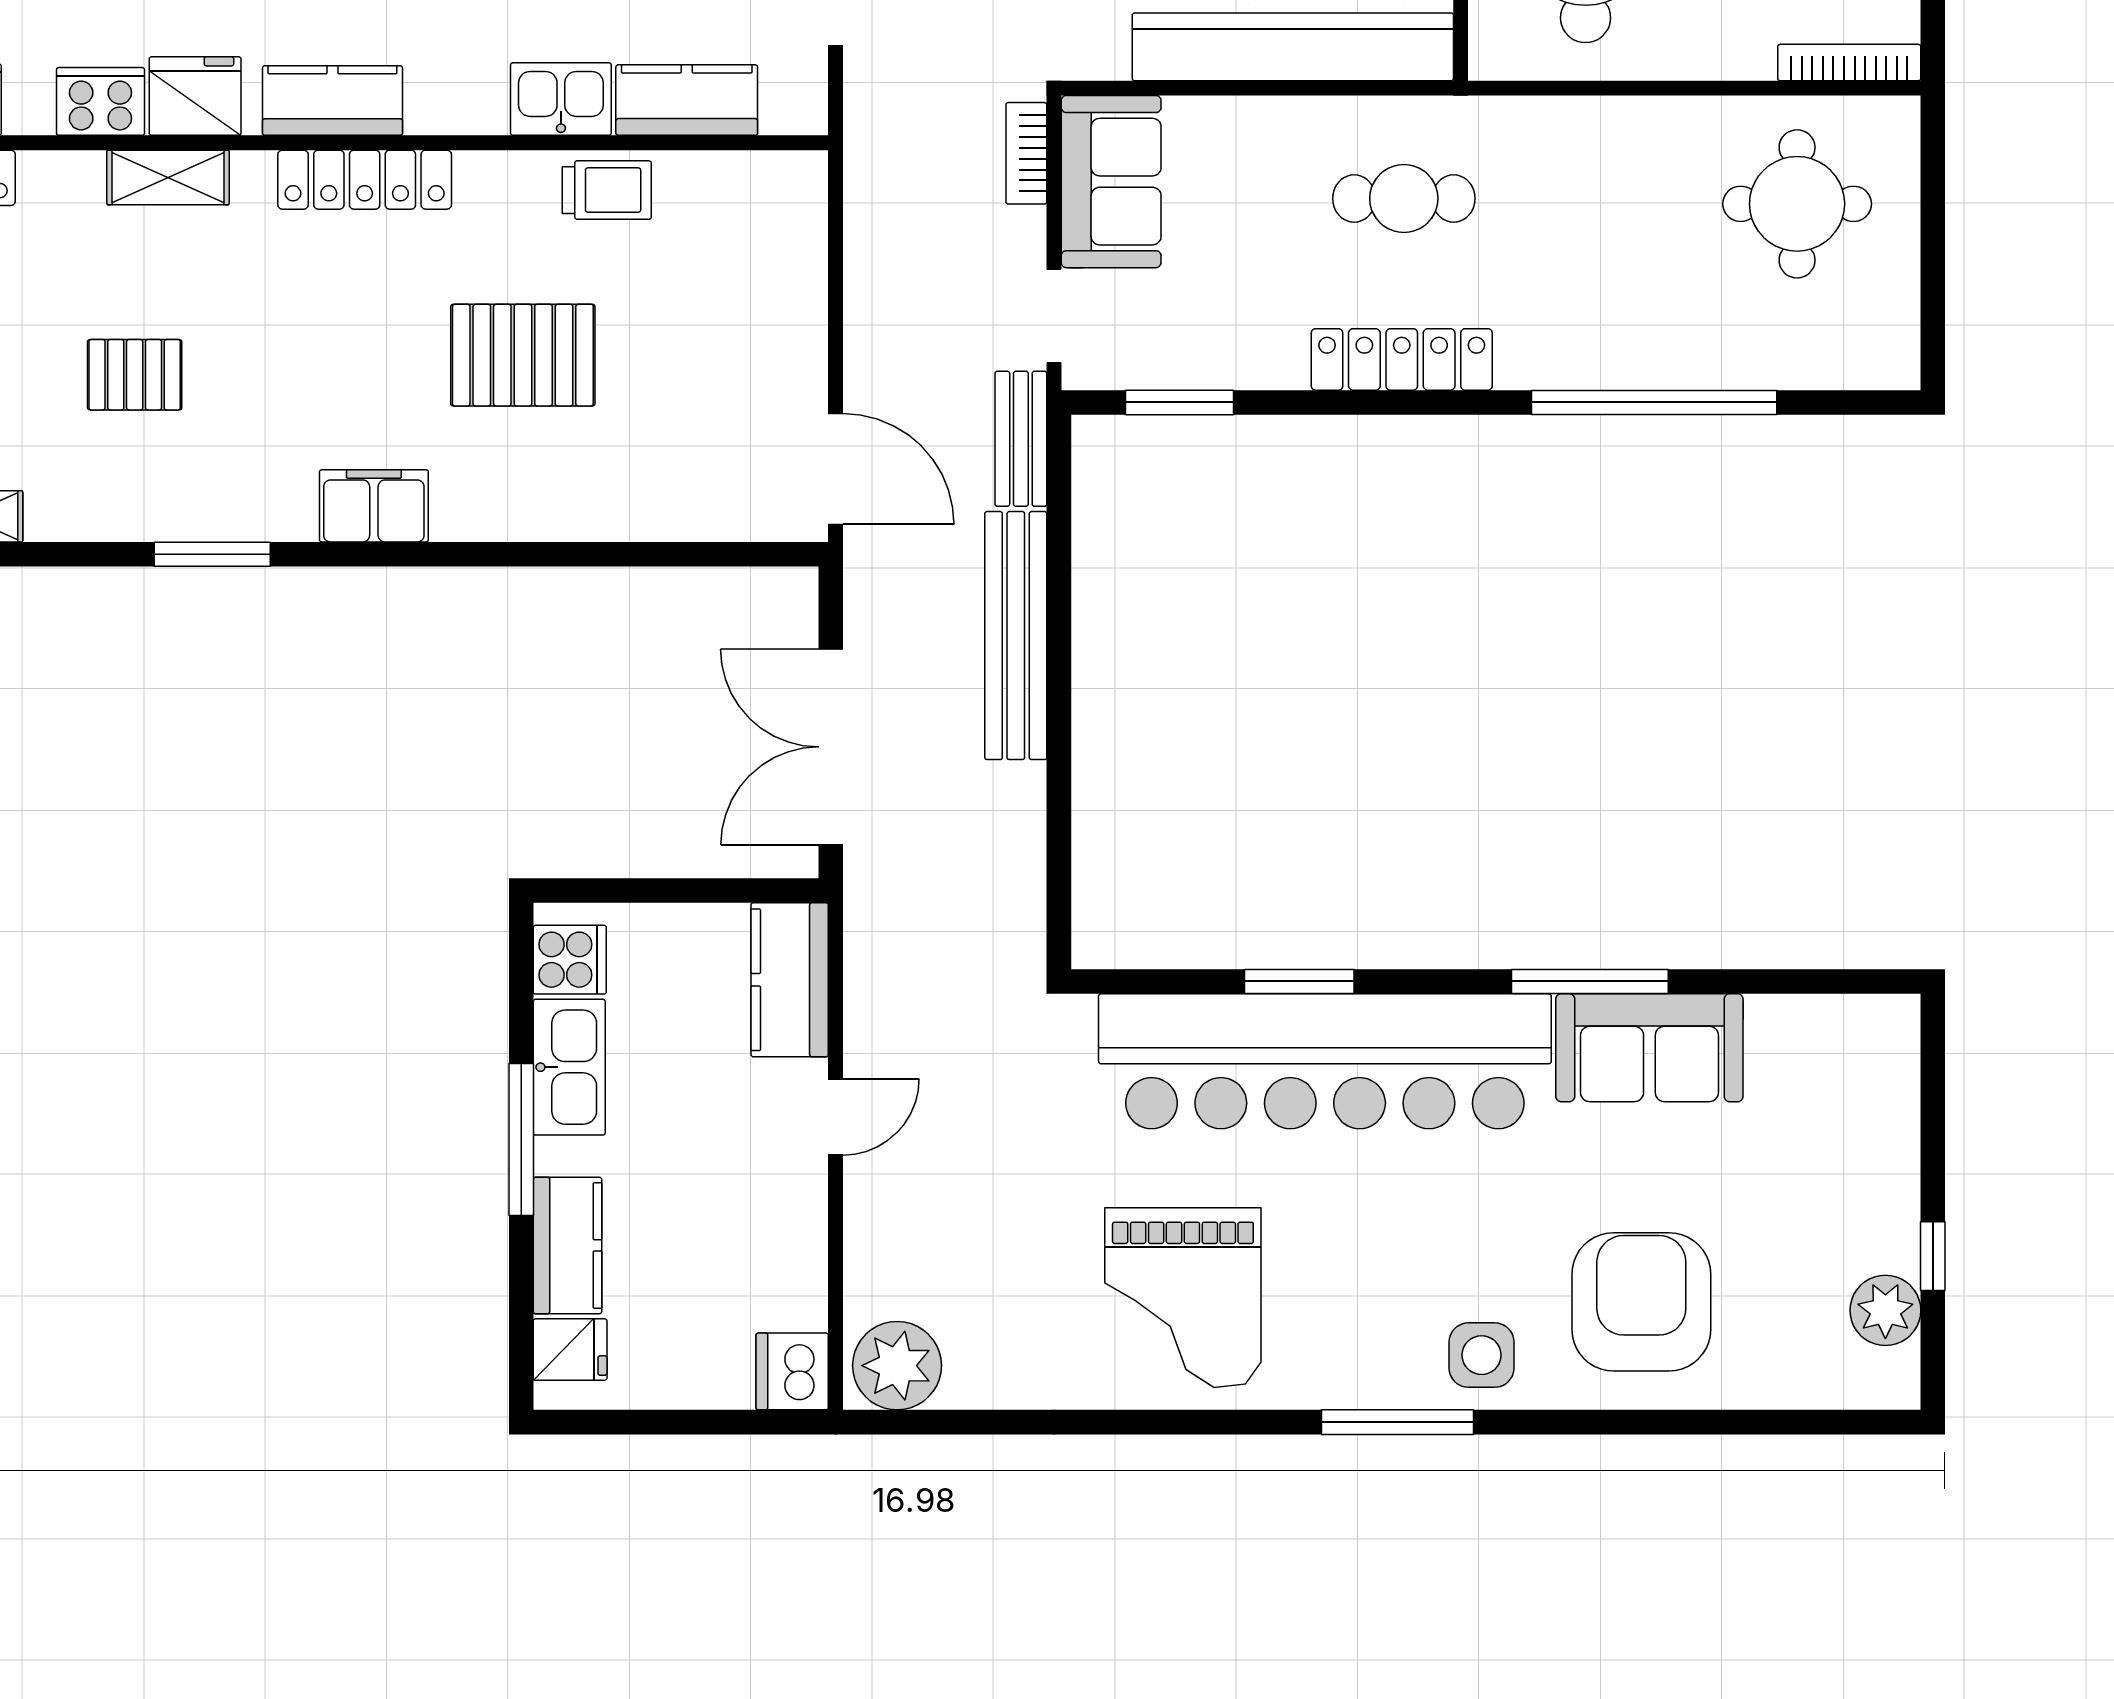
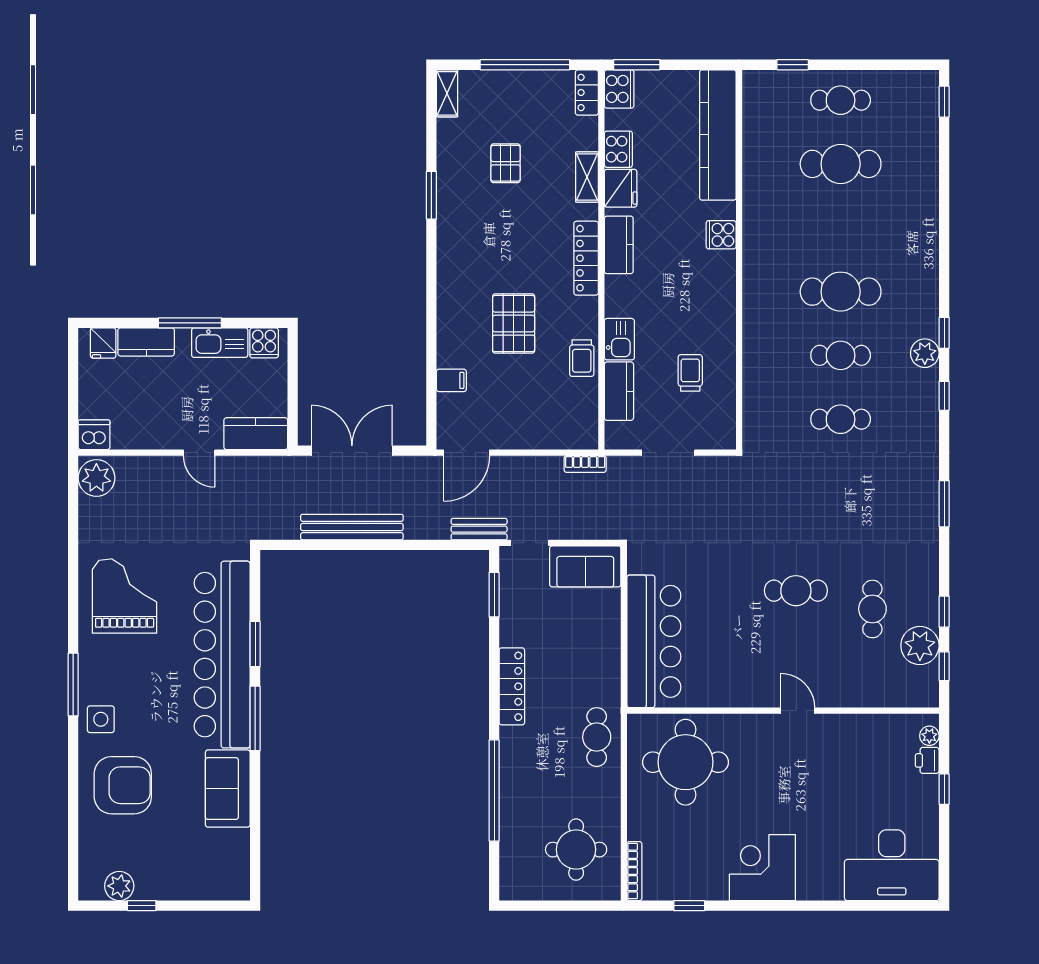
bookcase: (1026, 153) -> (585, 464), moved, turned 180
cafe table: (1404, 199) -> (597, 737), moved
filing cabinet: (374, 506) -> (451, 380), moved, width x0.50
bench: (1016, 636) -> (352, 527), moved
window: (1590, 981) -> (255, 718), moved
grand piano: (1183, 1298) -> (125, 596), turned 90

